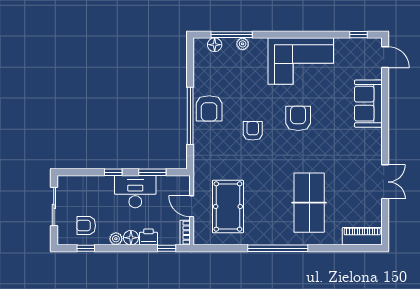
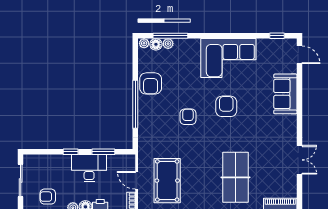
plant: (201, 44) -> (144, 43), added
plant: (243, 44) -> (168, 44), moved
armchair: (209, 108) -> (151, 83), moved

